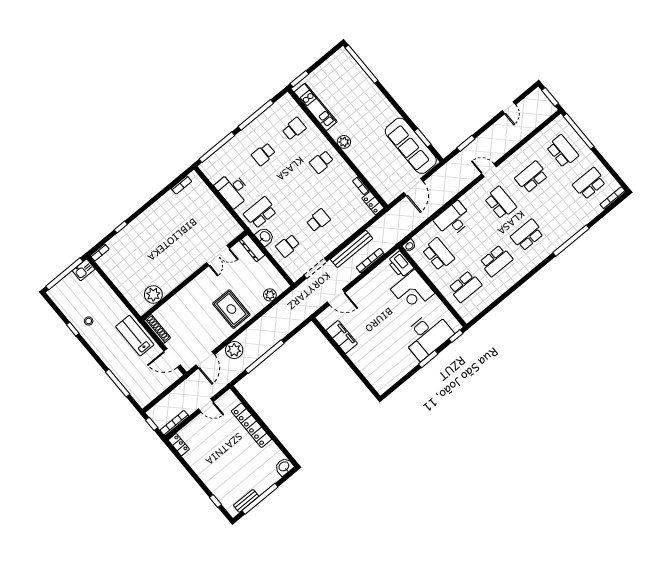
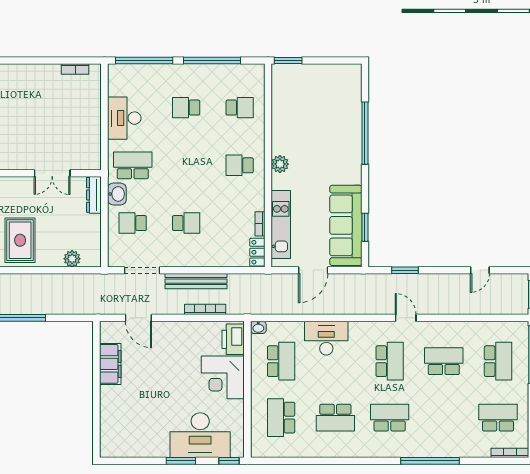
window: (362, 64) -> (365, 133), moved
kitchen unit: (316, 107) -> (281, 225), moved
school desk: (465, 287) -> (281, 418), turned 90

